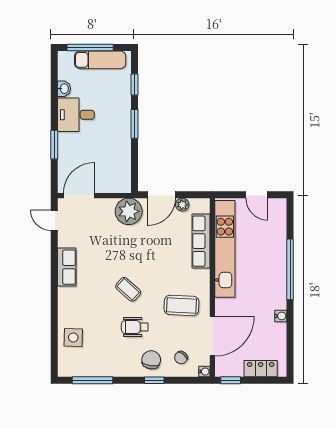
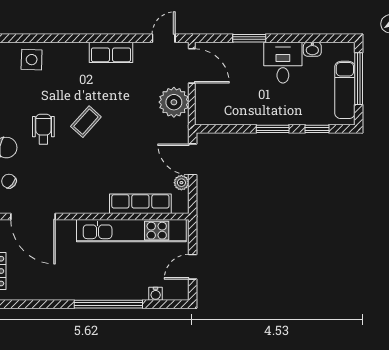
plant: (129, 211) -> (174, 102), moved
coffee table: (181, 305) -> (68, 182), removed
water cooler: (281, 316) -> (156, 294), moved

